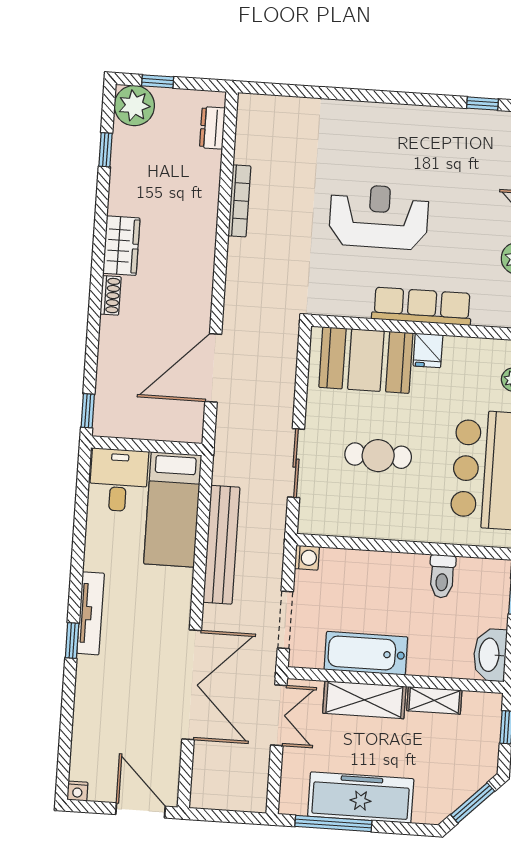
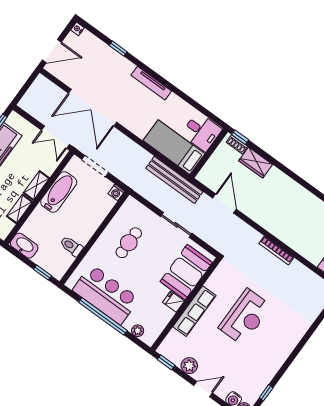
bookcase: (239, 201) -> (276, 250), moved
wardrobe: (121, 246) -> (256, 163), moved
shoe rack: (111, 295) -> (237, 144), moved
door: (213, 368) -> (225, 204), width x0.73
cafe table: (378, 456) -> (129, 243), moved
sliding door: (296, 463) -> (176, 225), moved
bench: (221, 545) -> (174, 180), moved
window: (72, 640) -> (118, 49), moved
shelving: (364, 700) -> (36, 186), width x0.67, depth x0.75

